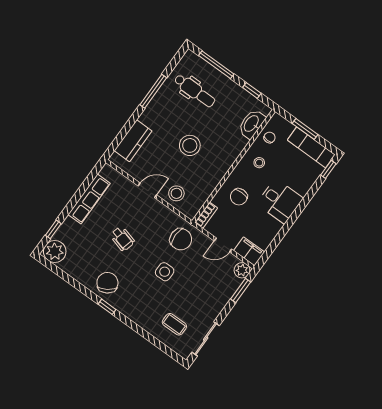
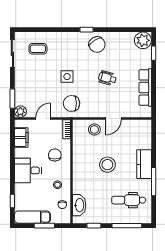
kitchen counter: (133, 141) -> (144, 164), moved
window: (328, 169) -> (12, 201), moved
filing cabinet: (249, 251) -> (21, 137), moved, turned -90

